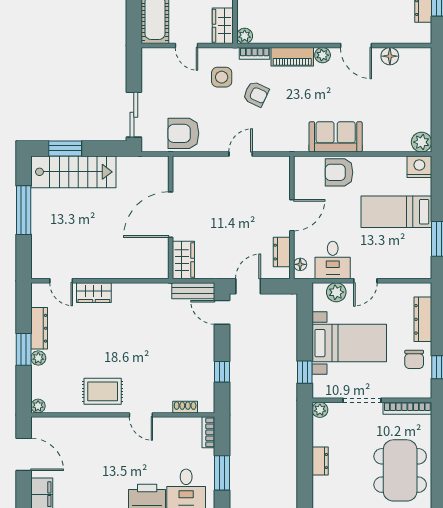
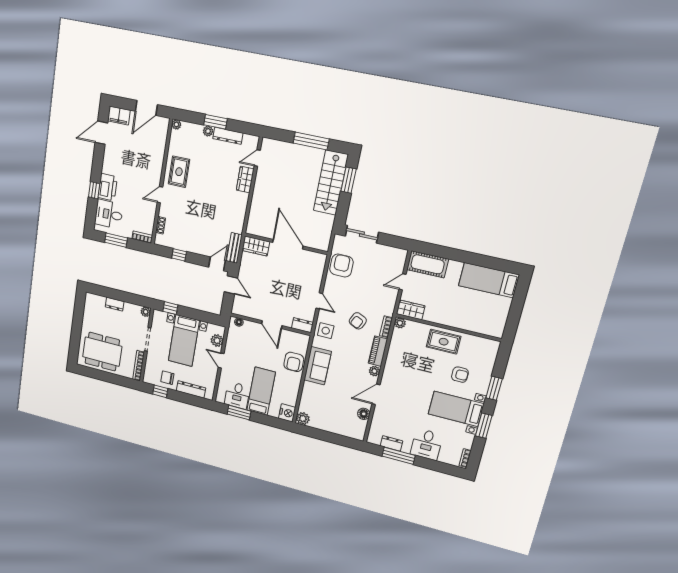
side table: (222, 77) -> (326, 331), moved
armchair: (339, 172) -> (294, 362), turned 180
dresser: (282, 252) -> (302, 325), moved
desk: (333, 260) -> (237, 395), moved, turned -90

